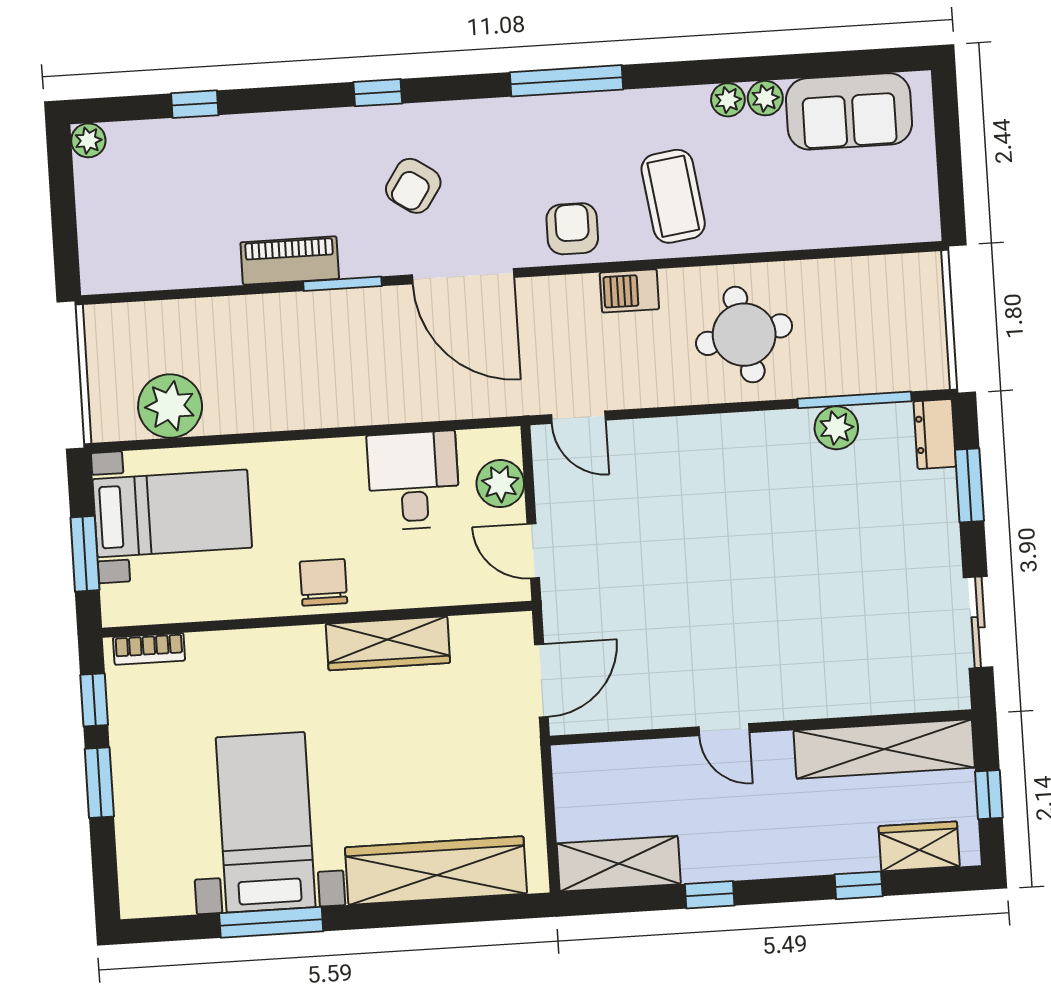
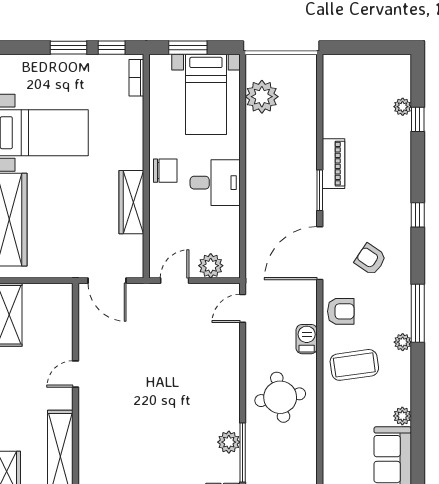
plant: (728, 100) -> (403, 342), moved
plant: (88, 140) -> (403, 107), moved
armchair: (413, 186) -> (370, 259), moved
desk: (413, 481) -> (215, 183), moved

